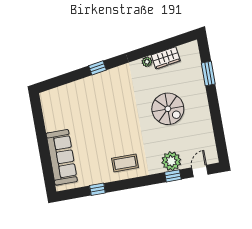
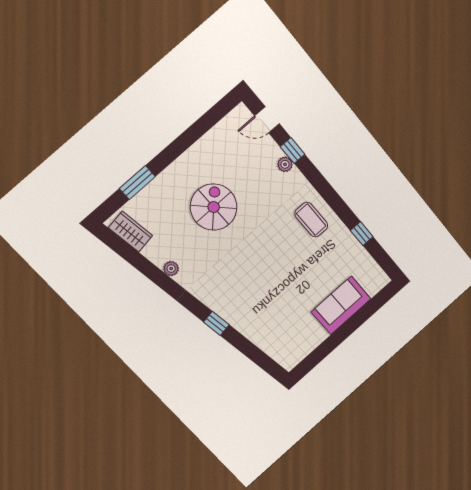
wardrobe: (166, 58) -> (131, 232), moved
sofa: (62, 157) -> (341, 305), width x0.73
plant: (171, 161) -> (285, 164), width x0.53, depth x0.53

